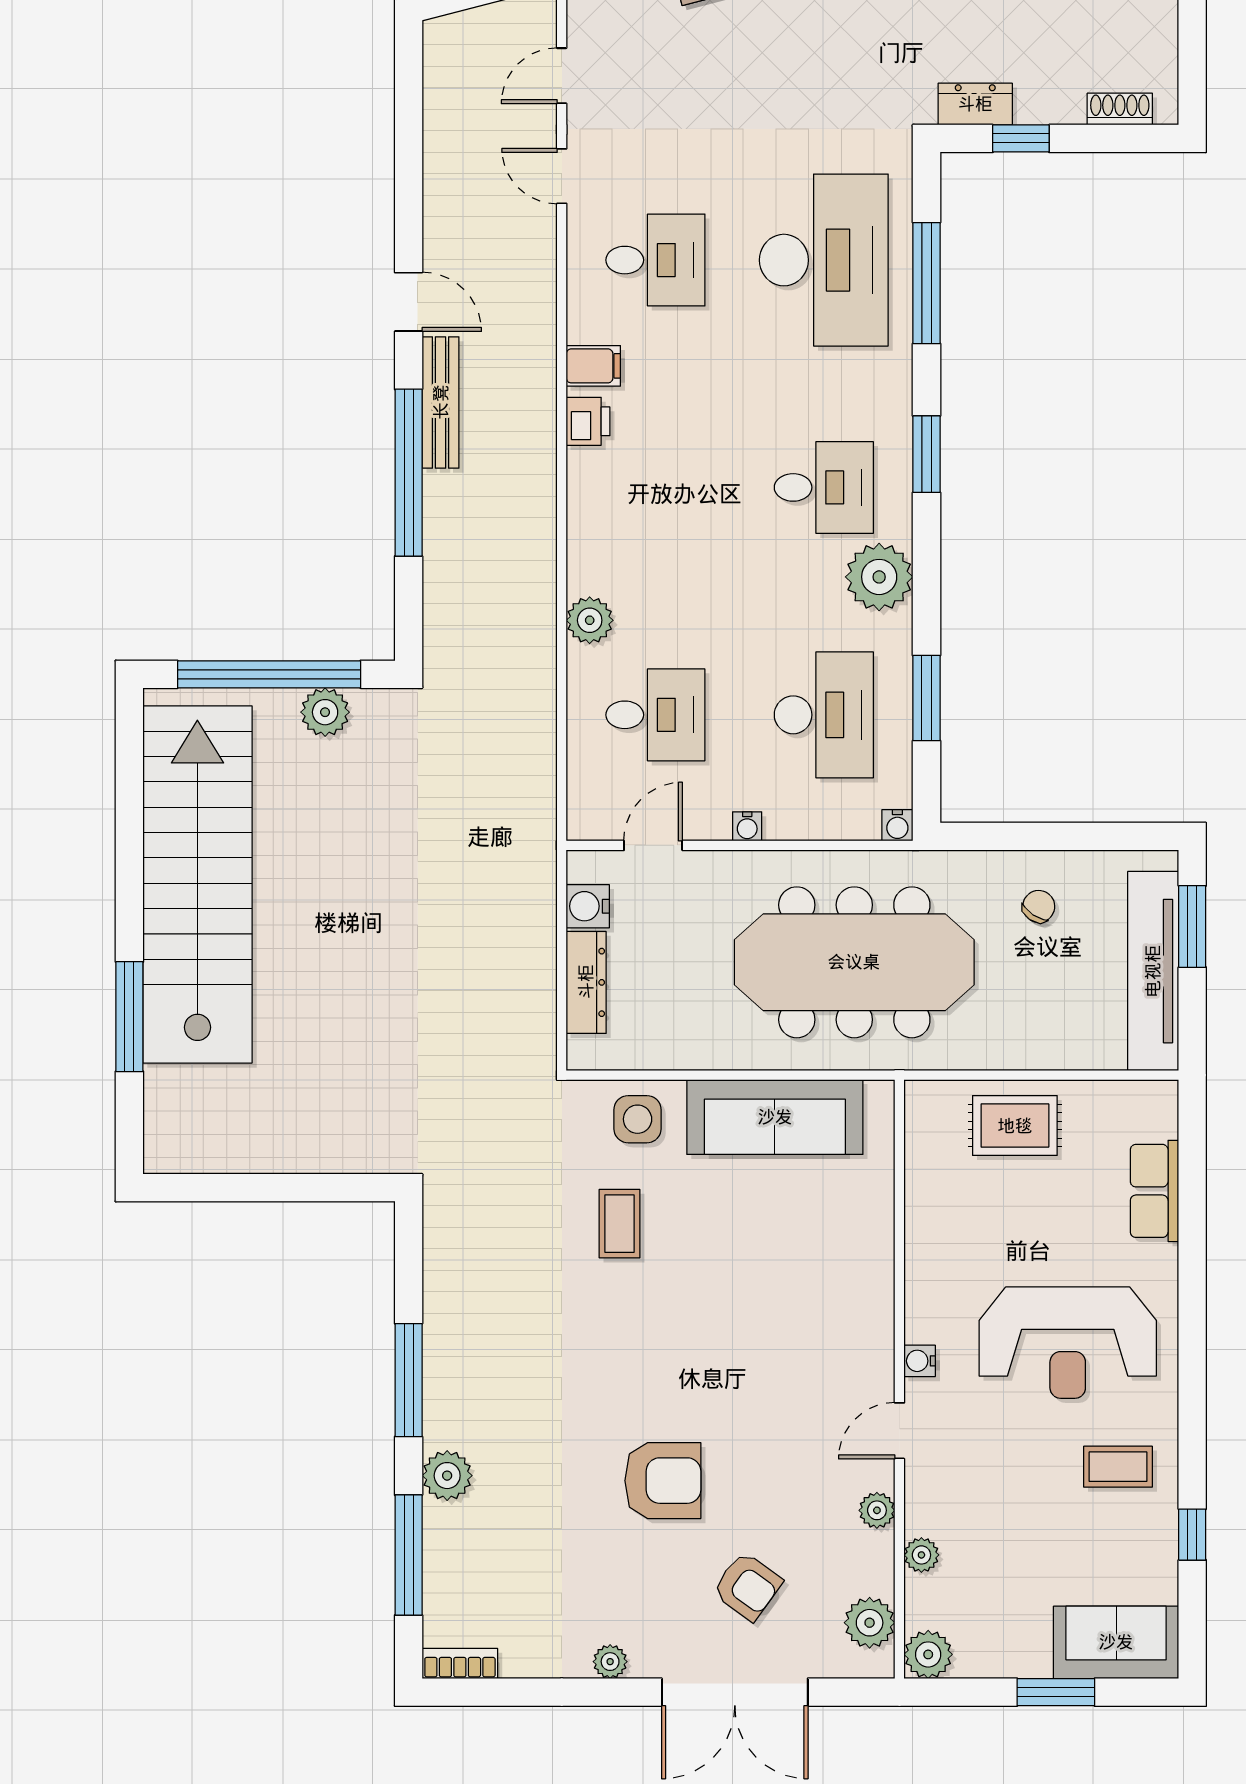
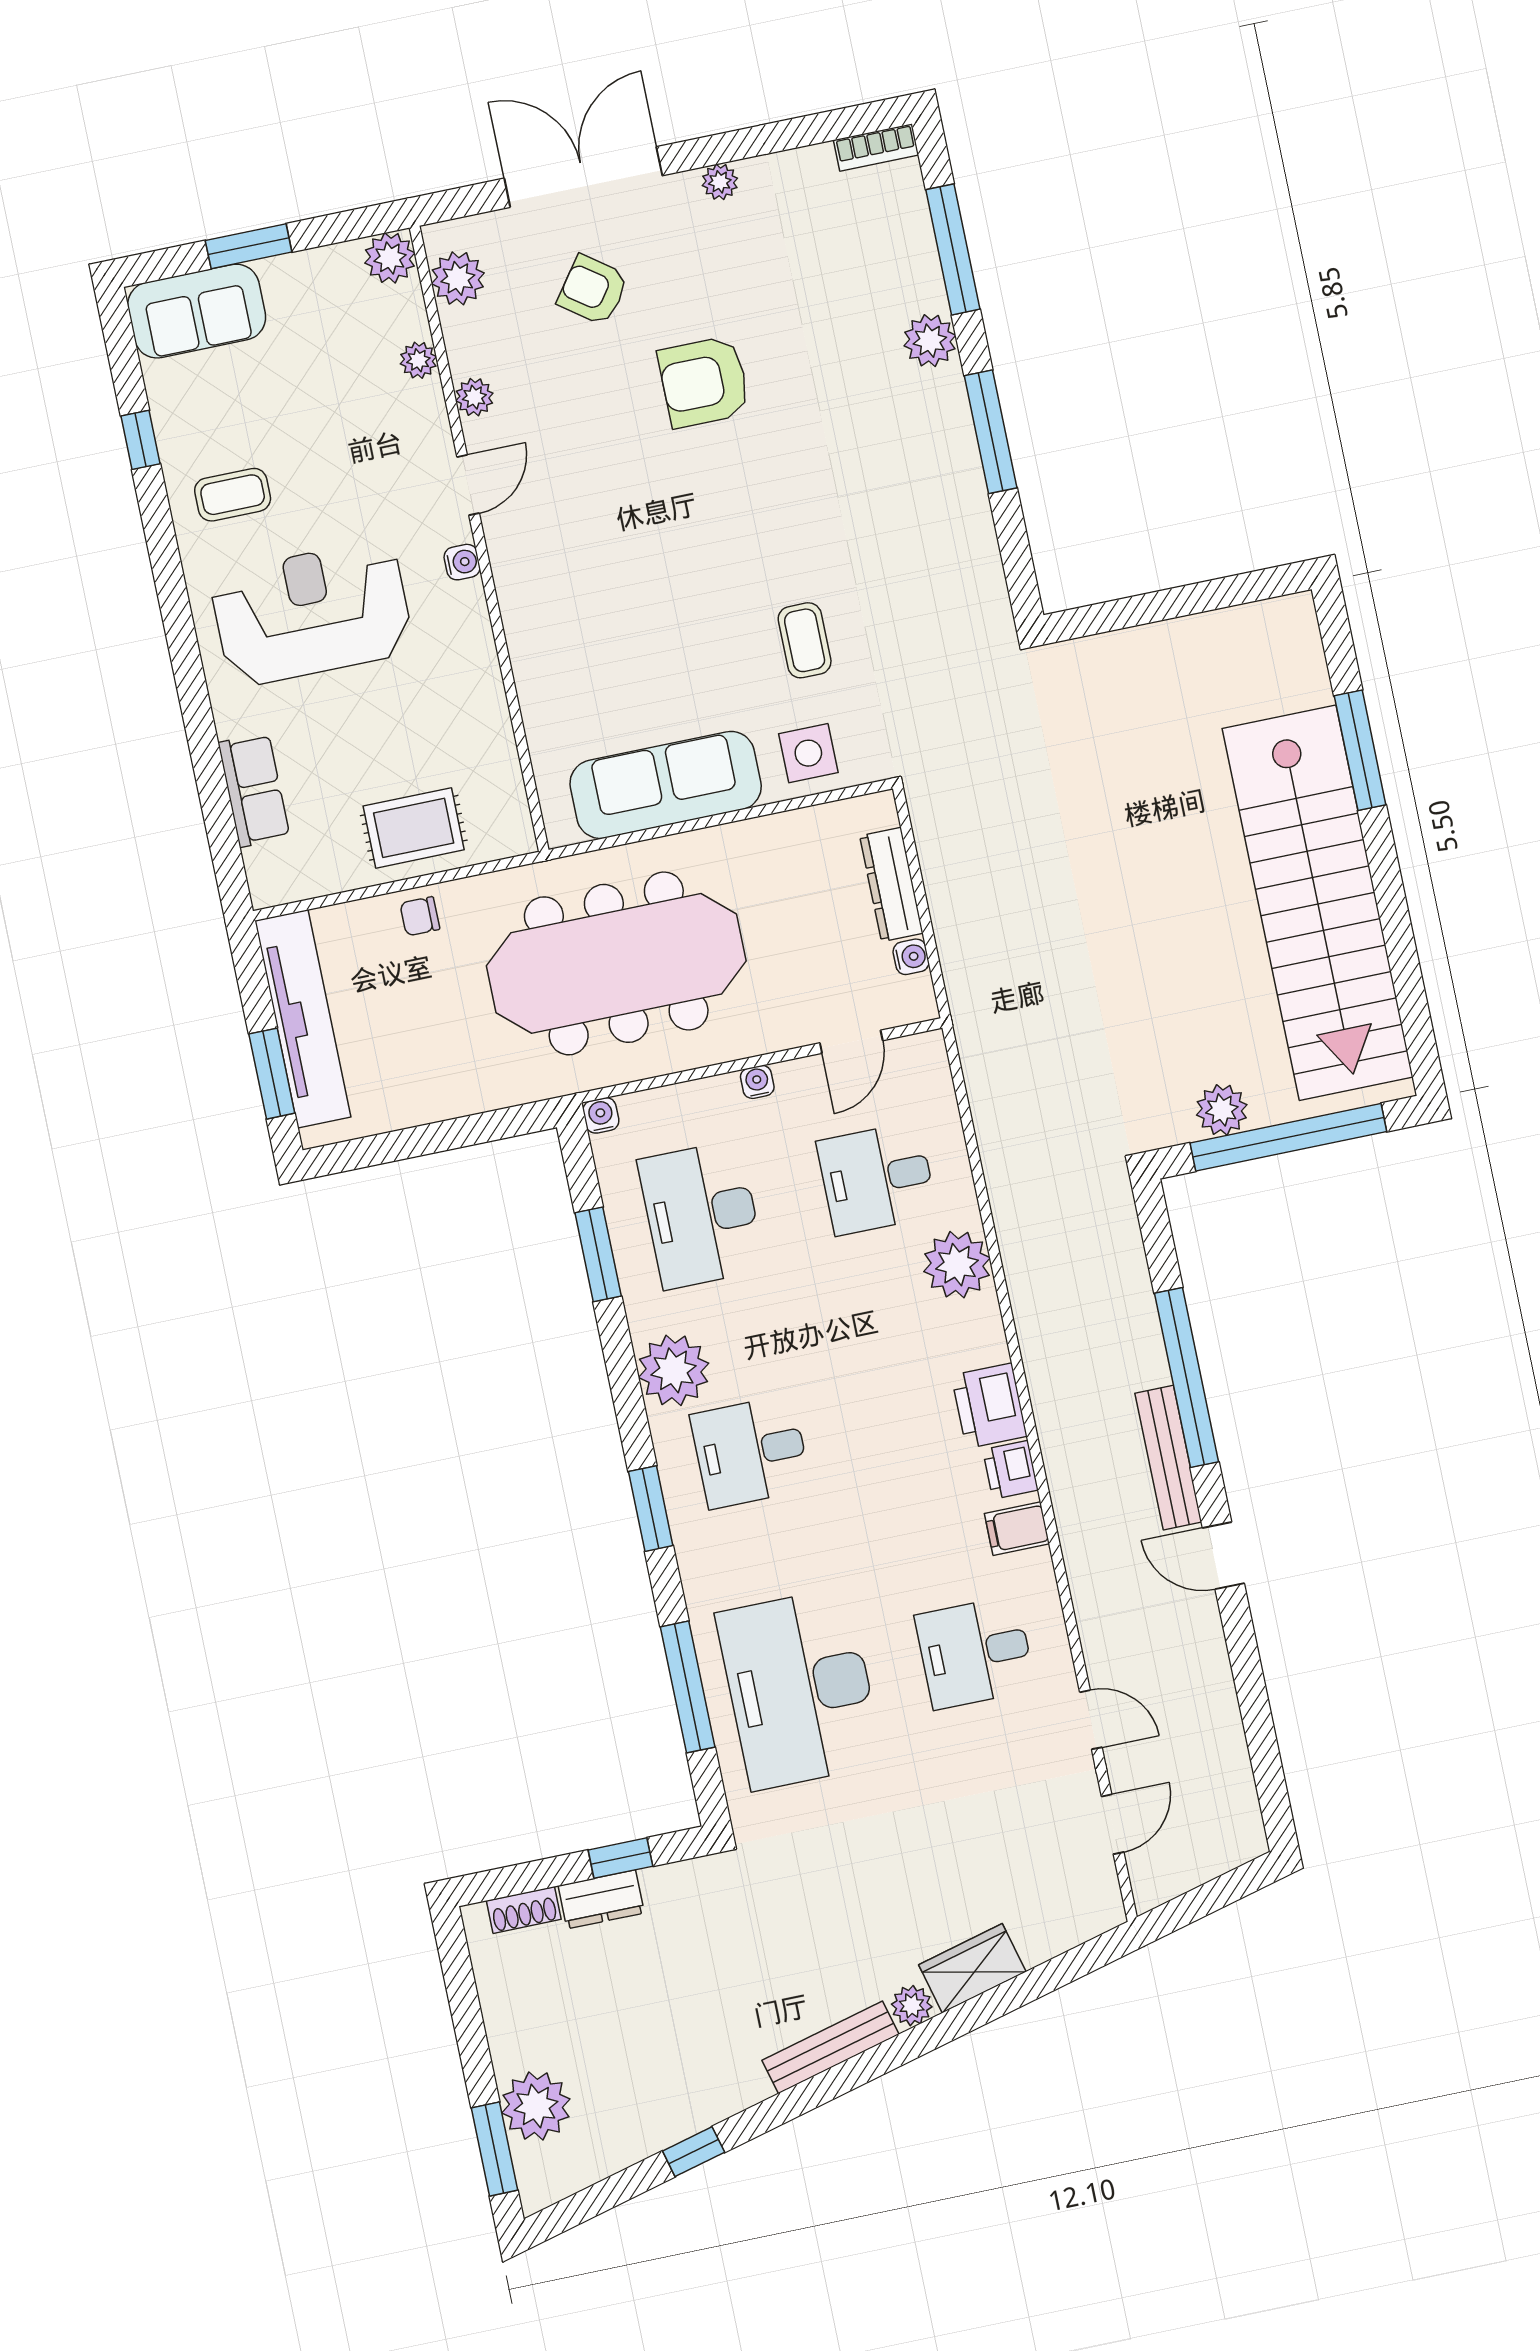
dresser: (975, 104) -> (601, 1899), moved
printer: (595, 484) -> (989, 1406), added
plant: (590, 620) -> (957, 1265), width x1.36, depth x1.36
water cooler: (588, 906) -> (911, 957), width x0.72, depth x0.72
chair: (1039, 906) -> (420, 916), moved, turned 56

